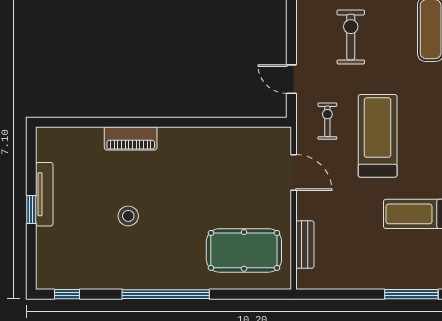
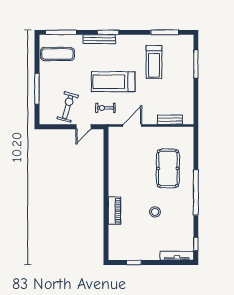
exercise bike: (351, 37) -> (68, 107), moved, turned 106
tv unit: (44, 194) -> (177, 256), moved
window: (31, 209) -> (134, 263), moved
pool table: (244, 250) -> (168, 168), moved

